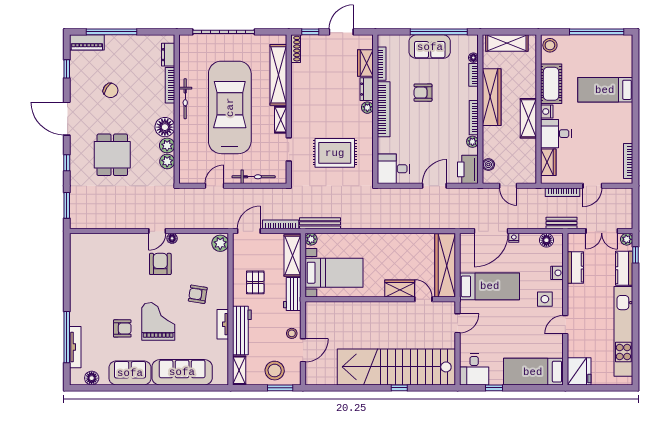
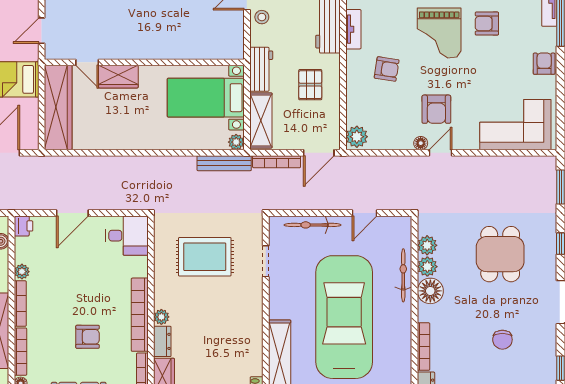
bookcase: (474, 75) -> (20, 352), width x1.56
chair: (111, 90) -> (502, 340), turned -124
bicycle: (185, 99) -> (403, 275), moved
car: (230, 107) -> (344, 317), turned 180
shelving: (281, 120) -> (277, 301), removed
printer: (468, 169) -> (24, 226), width x0.53, depth x0.68
corner sofa: (101, 252) -> (515, 125), added
armchair: (79, 298) -> (544, 64), added

